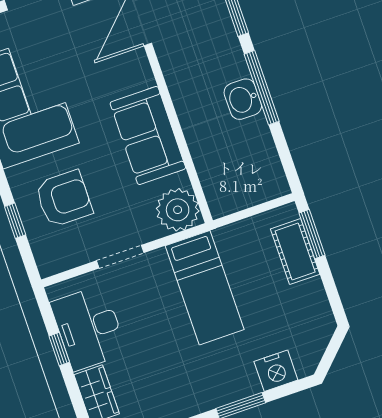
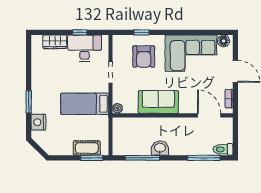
window: (262, 88) -> (142, 158), moved
plant: (178, 210) -> (118, 108), width x0.53, depth x0.53

